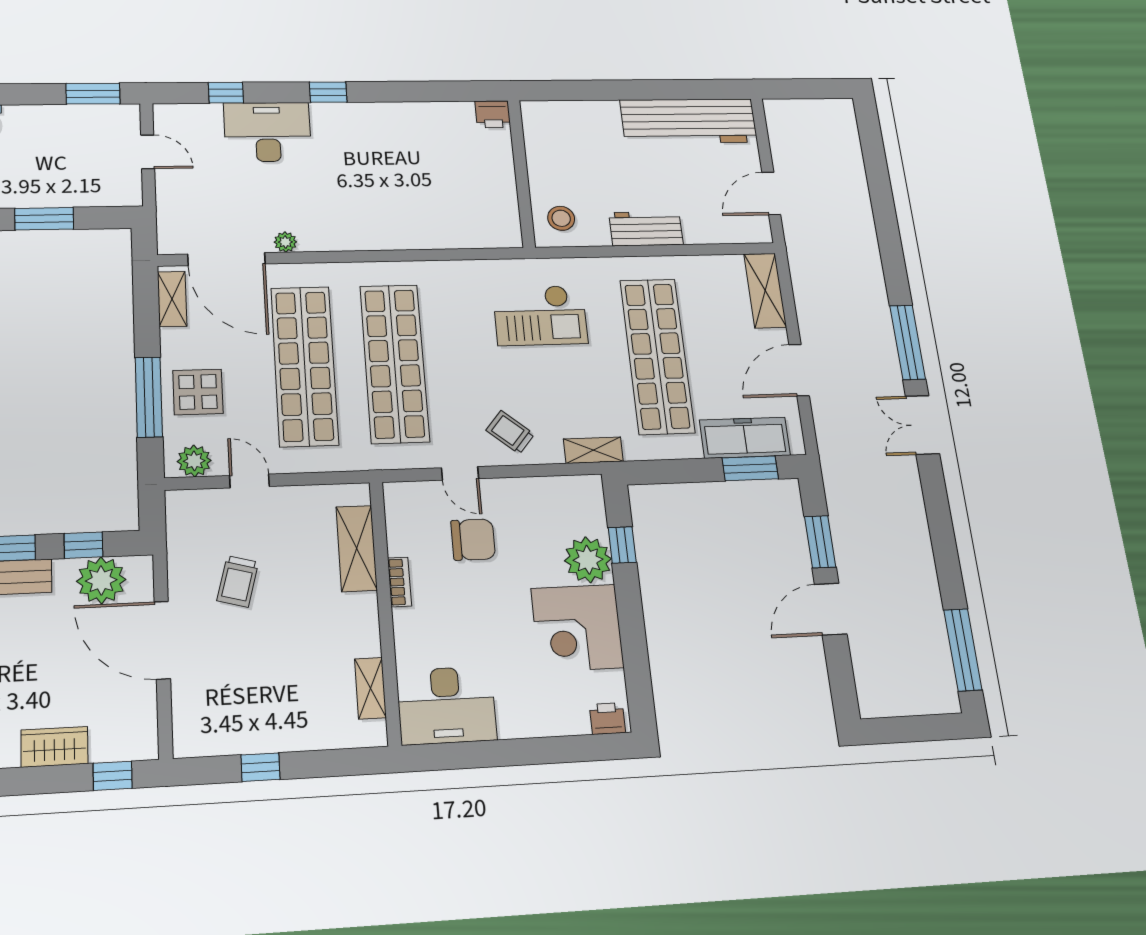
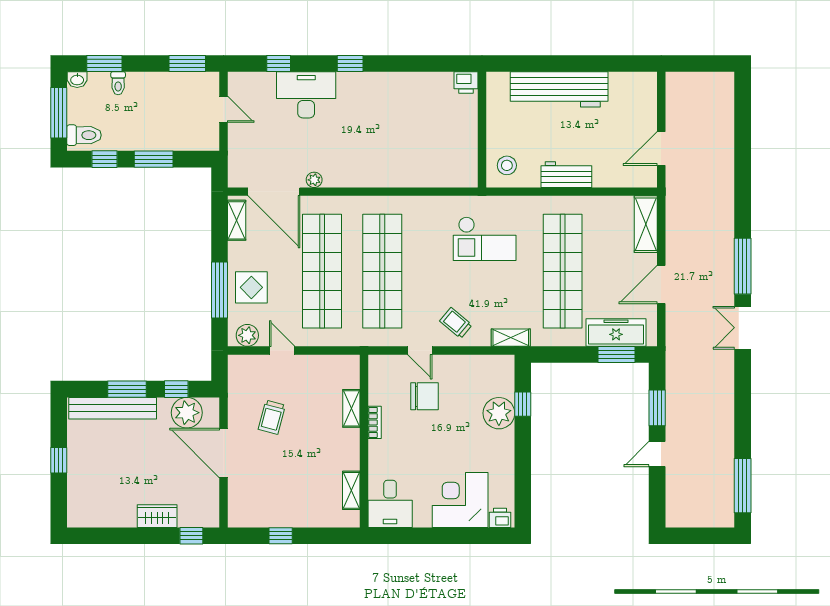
workbench: (689, 121) -> (559, 89), moved
shelving: (357, 548) -> (351, 408), width x0.67, depth x0.75
door: (831, 609) -> (657, 454), width x0.73
corner desk: (577, 628) -> (460, 500), moved, turned 90
desk: (446, 705) -> (390, 504), width x0.73

